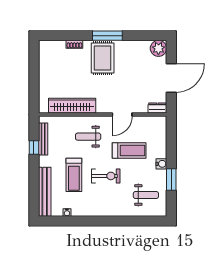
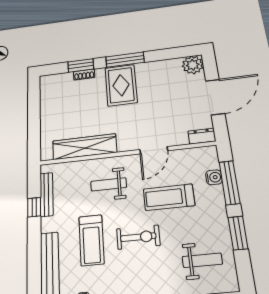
window: (72, 36) -> (81, 65), added
window: (171, 145) -> (230, 183), added
treadmill: (129, 151) -> (169, 197), turned 180
water cooler: (161, 164) -> (214, 177), moved

